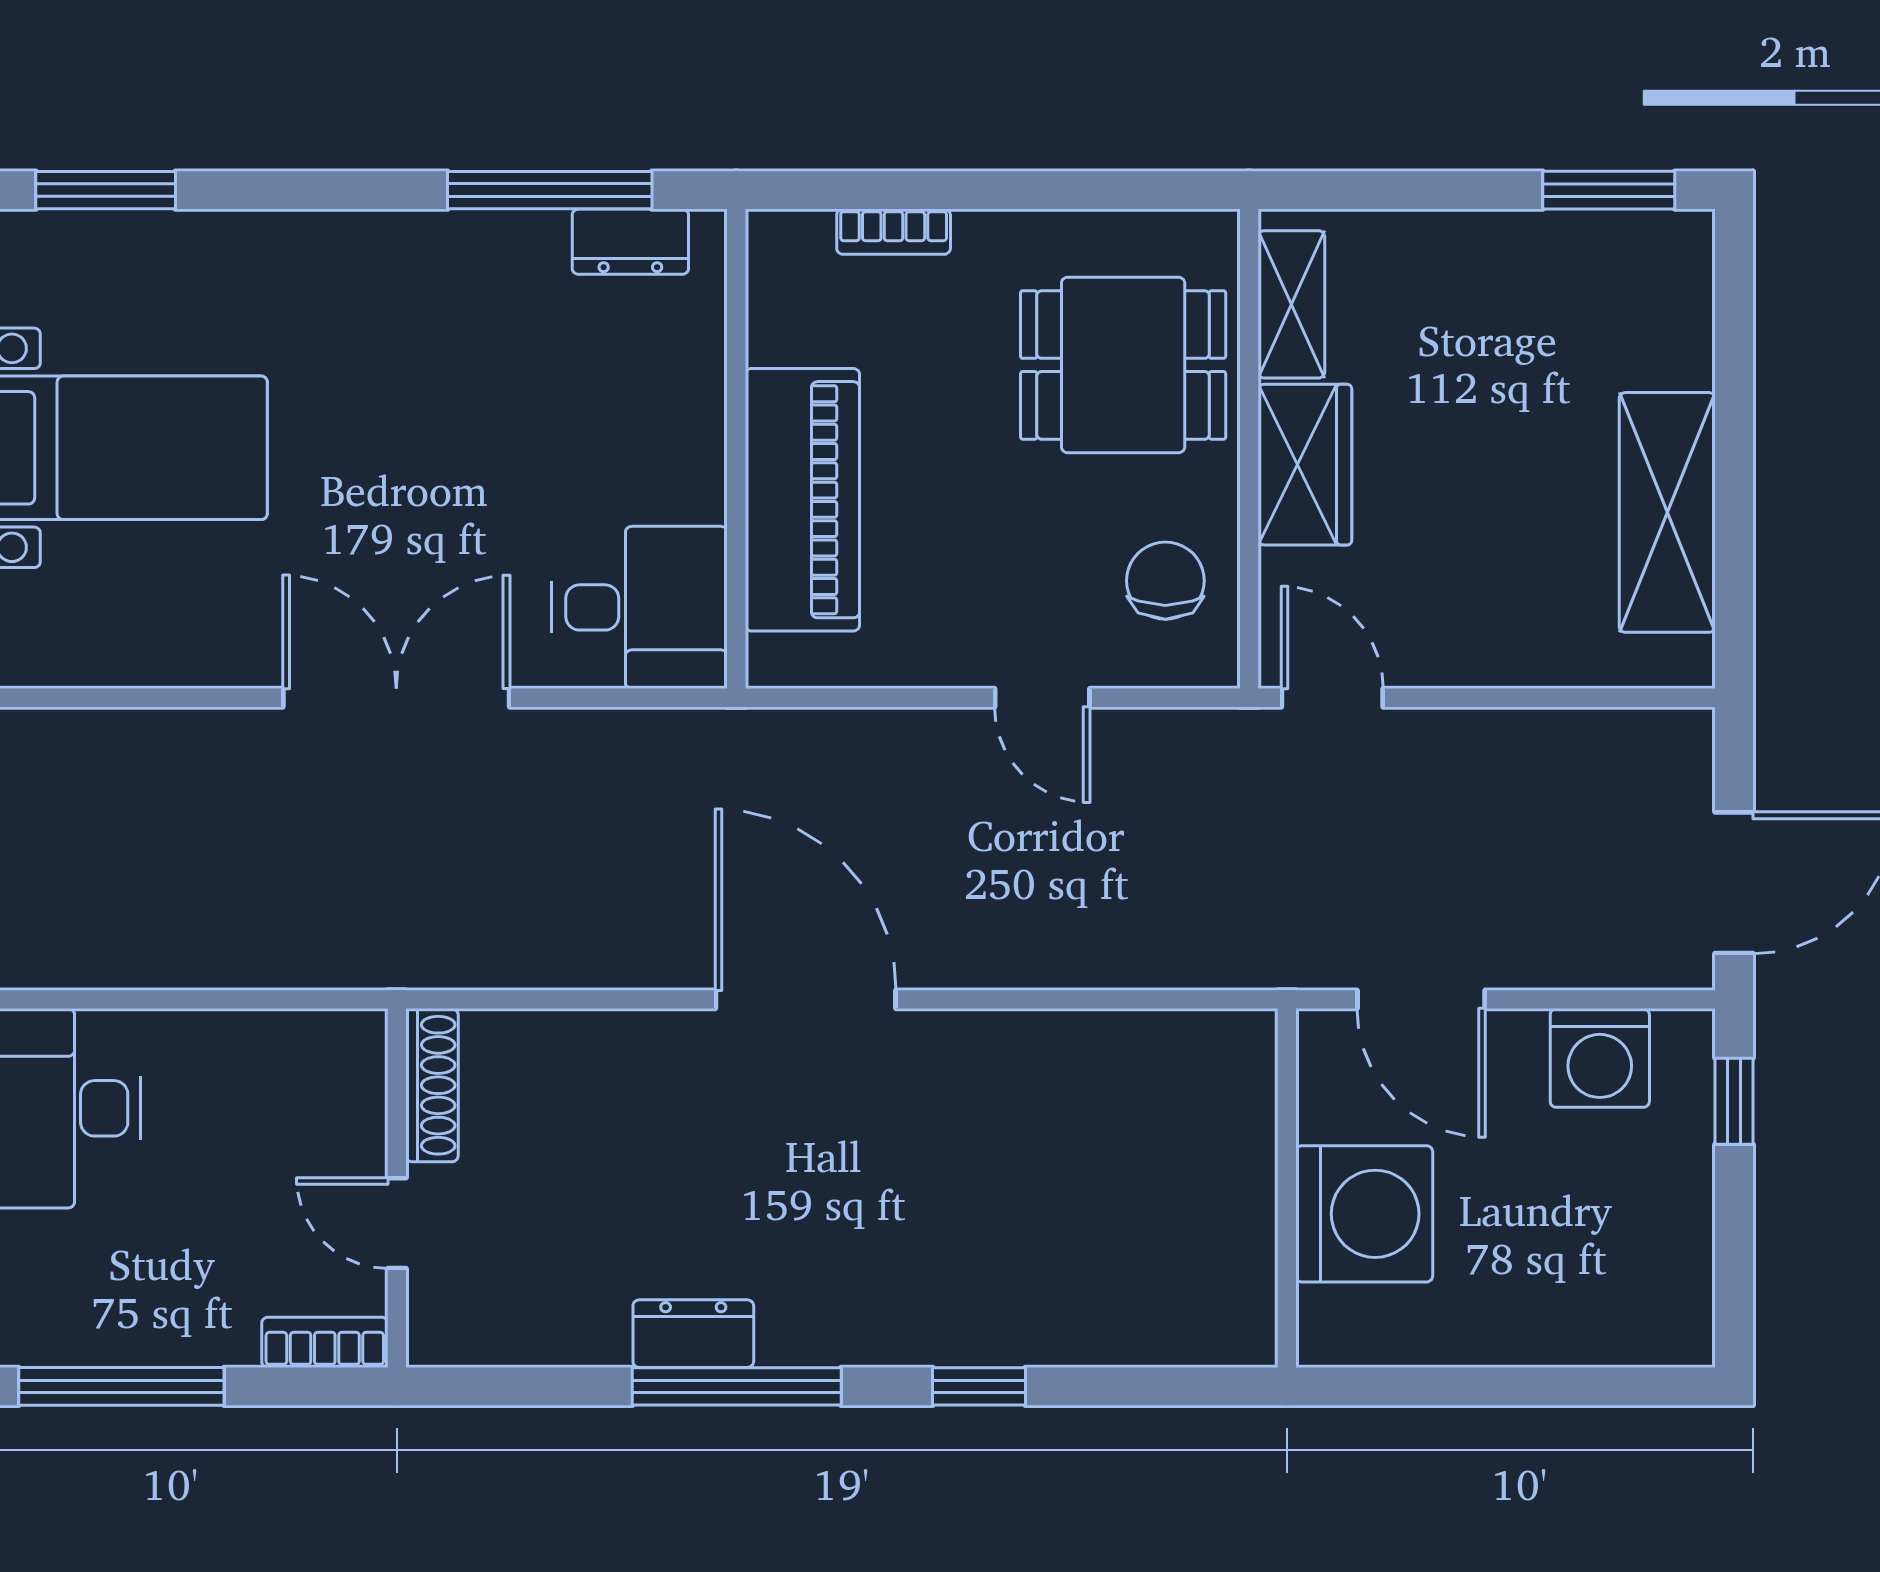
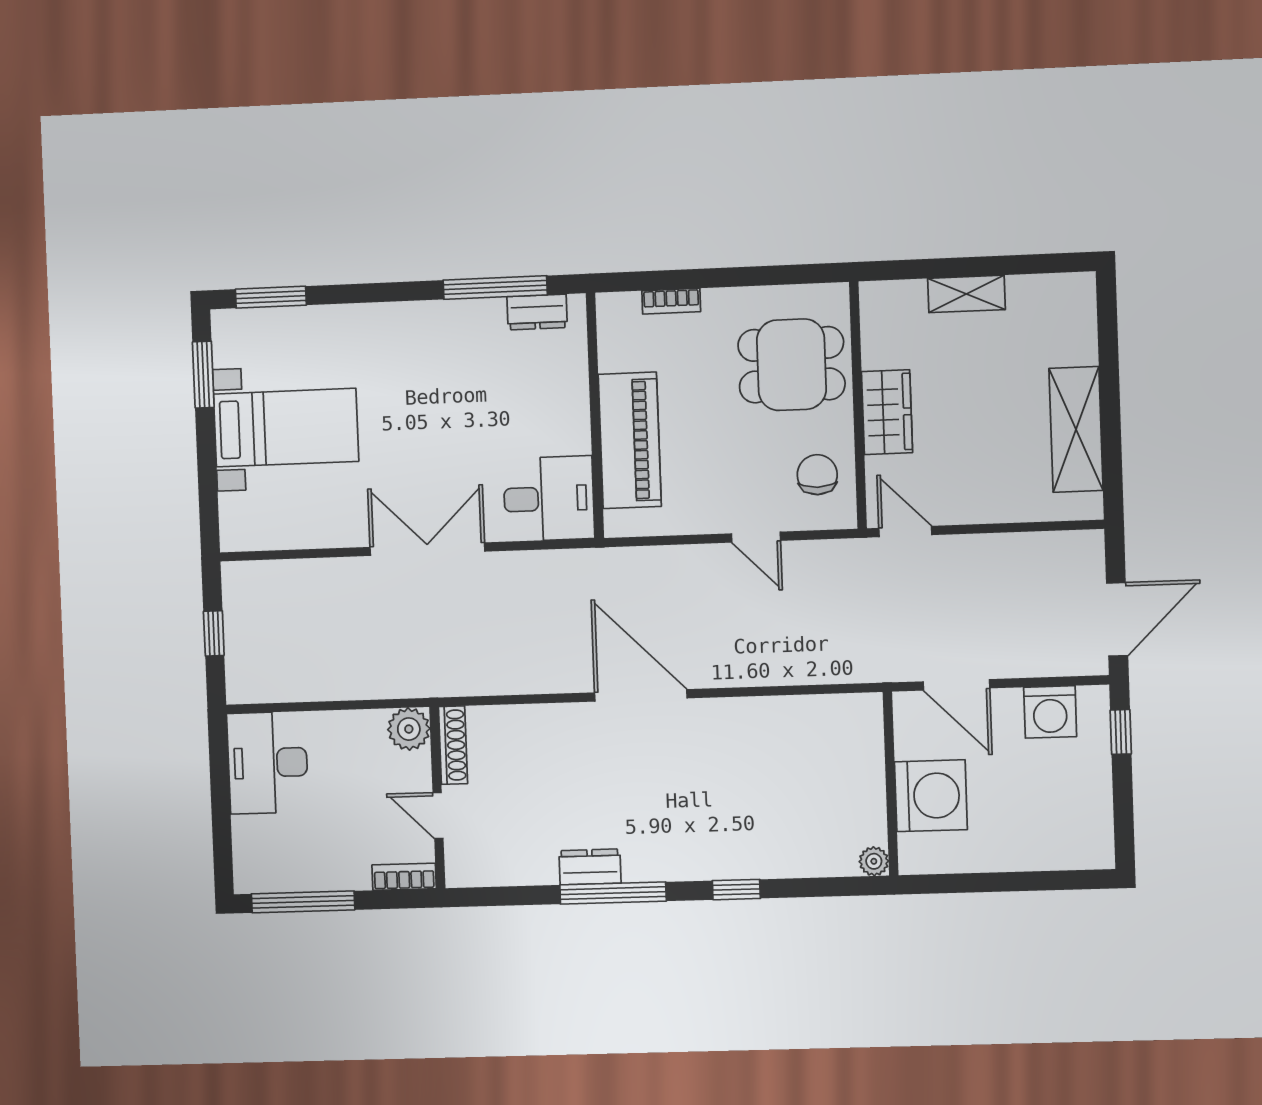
window: (1609, 190) -> (1040, 264), removed
shelving: (1291, 304) -> (966, 294), moved, turned 90
plant: (346, 1051) -> (409, 729), added
plant: (1249, 1339) -> (874, 861), added

